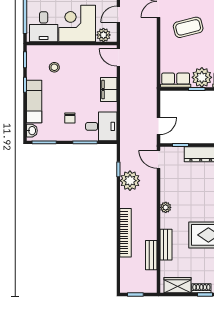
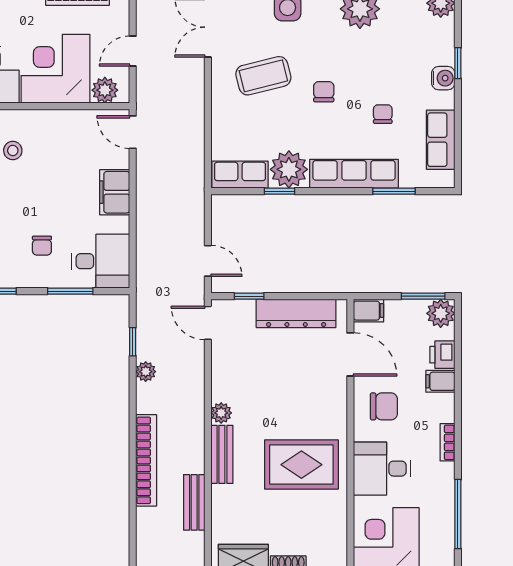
door: (158, 126) -> (208, 261), hinge flipped
plant: (130, 181) -> (146, 372), width x0.53, depth x0.53
bench: (166, 245) -> (222, 454), moved

